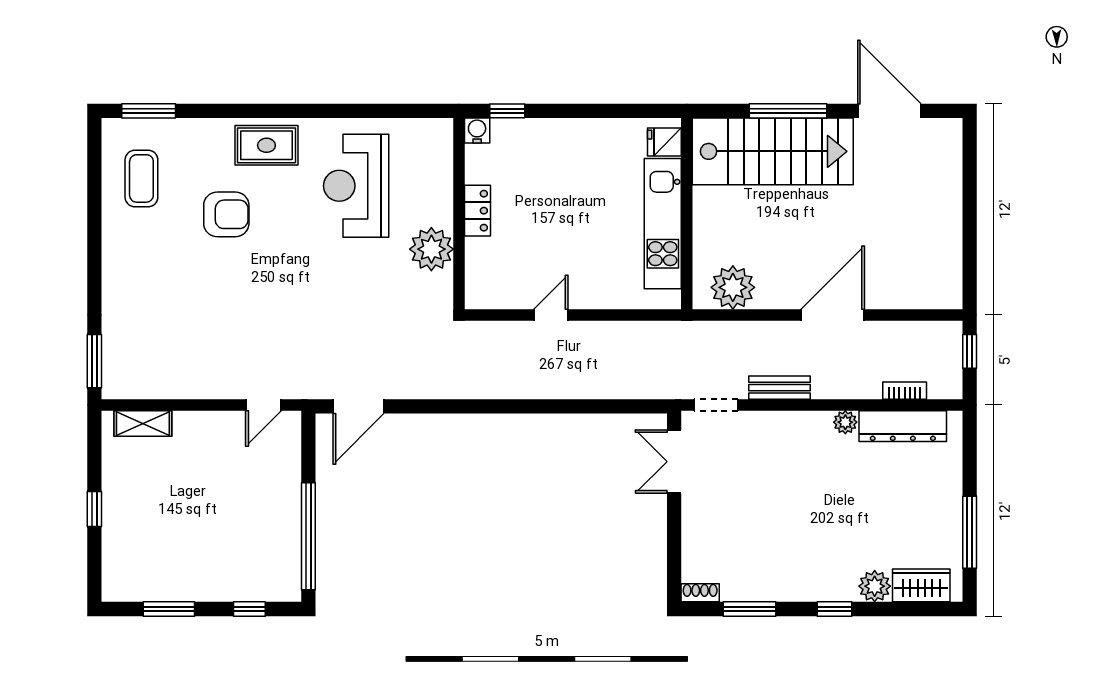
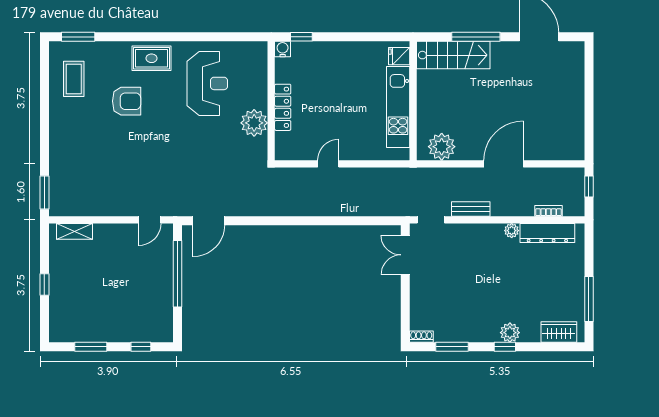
stairs: (773, 151) -> (453, 55), width x0.73, depth x0.66
reception desk: (356, 186) -> (207, 83), turned 180
locker: (477, 211) -> (283, 107), width x1.53
window: (308, 536) -> (178, 274), moved
plant: (875, 586) -> (510, 333), moved

